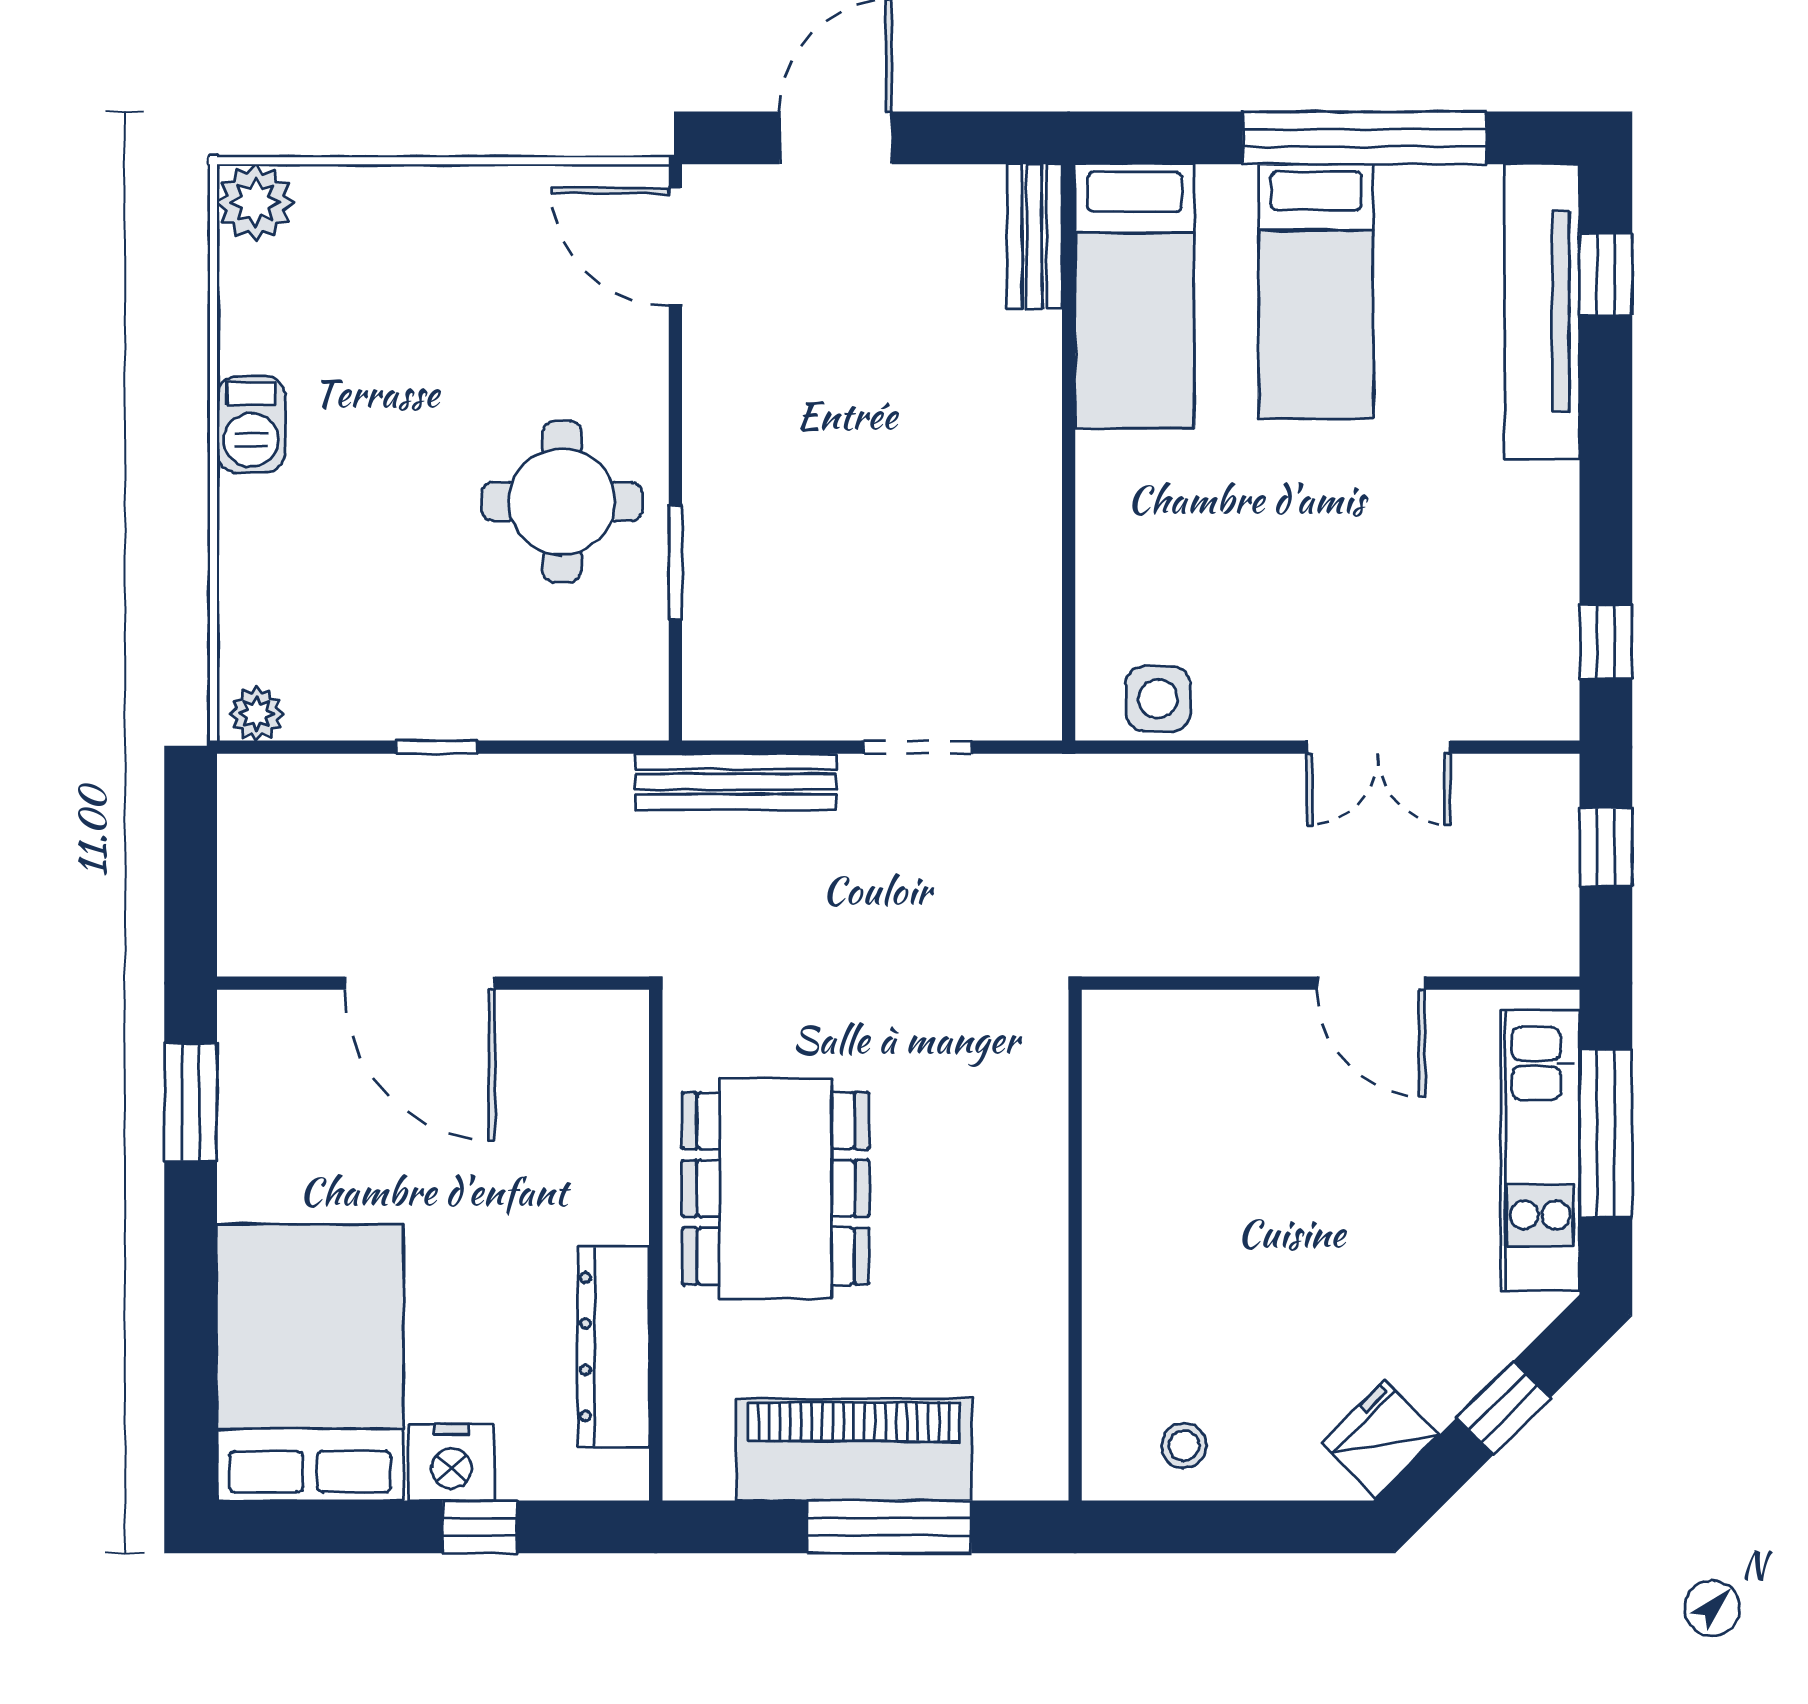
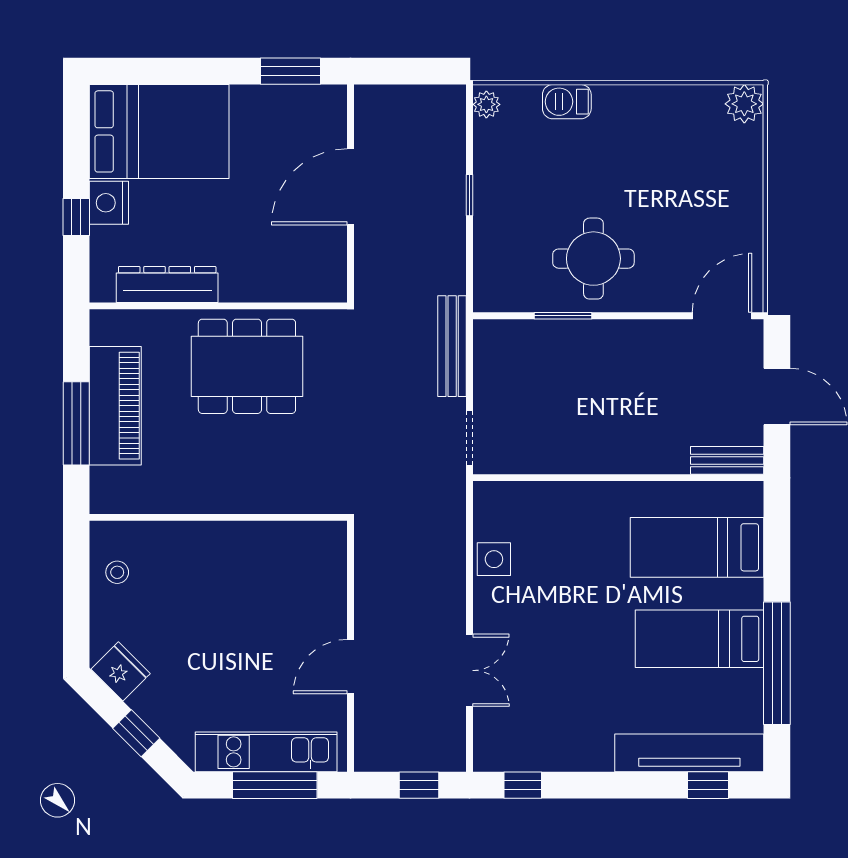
bench: (1034, 236) -> (727, 460), moved
barbecue: (251, 424) -> (567, 102), moved
wall: (1069, 452) -> (618, 478), moved
double door: (1378, 747) -> (470, 670), swing flipped

